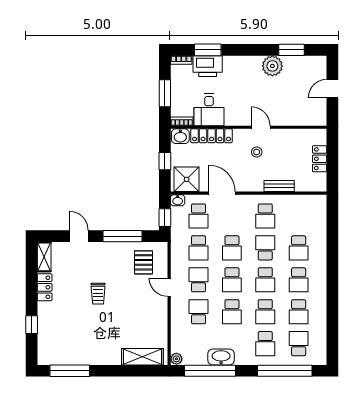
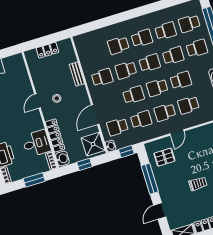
school desk: (199, 216) -> (117, 127), turned 180
school desk: (299, 248) -> (118, 45), turned 180
school desk: (232, 280) -> (157, 88), turned 180

